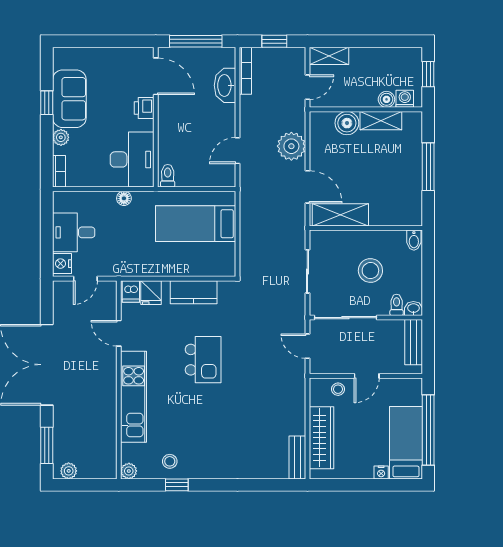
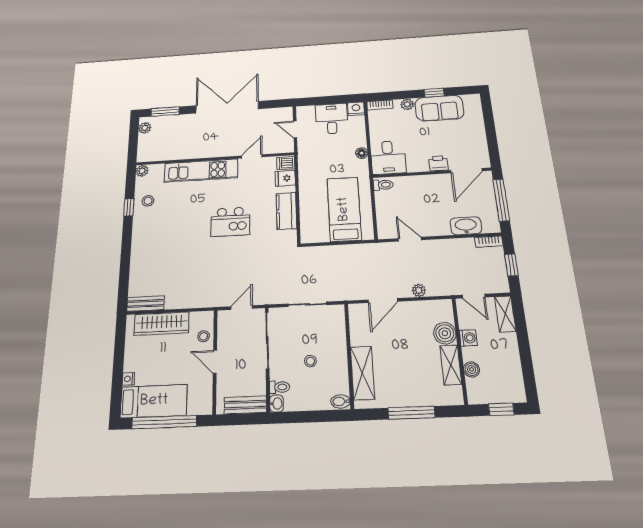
bookcase: (245, 71) -> (489, 242), width x0.64
washing machine: (405, 99) -> (468, 338), moved
plant: (291, 146) -> (419, 290), width x0.53, depth x0.53
desk: (132, 159) -> (388, 157), width x0.73
shelving: (340, 215) -> (362, 373), moved
nightstand: (62, 264) -> (356, 109), moved
stool: (370, 271) -> (310, 361), width x0.53, depth x0.53

